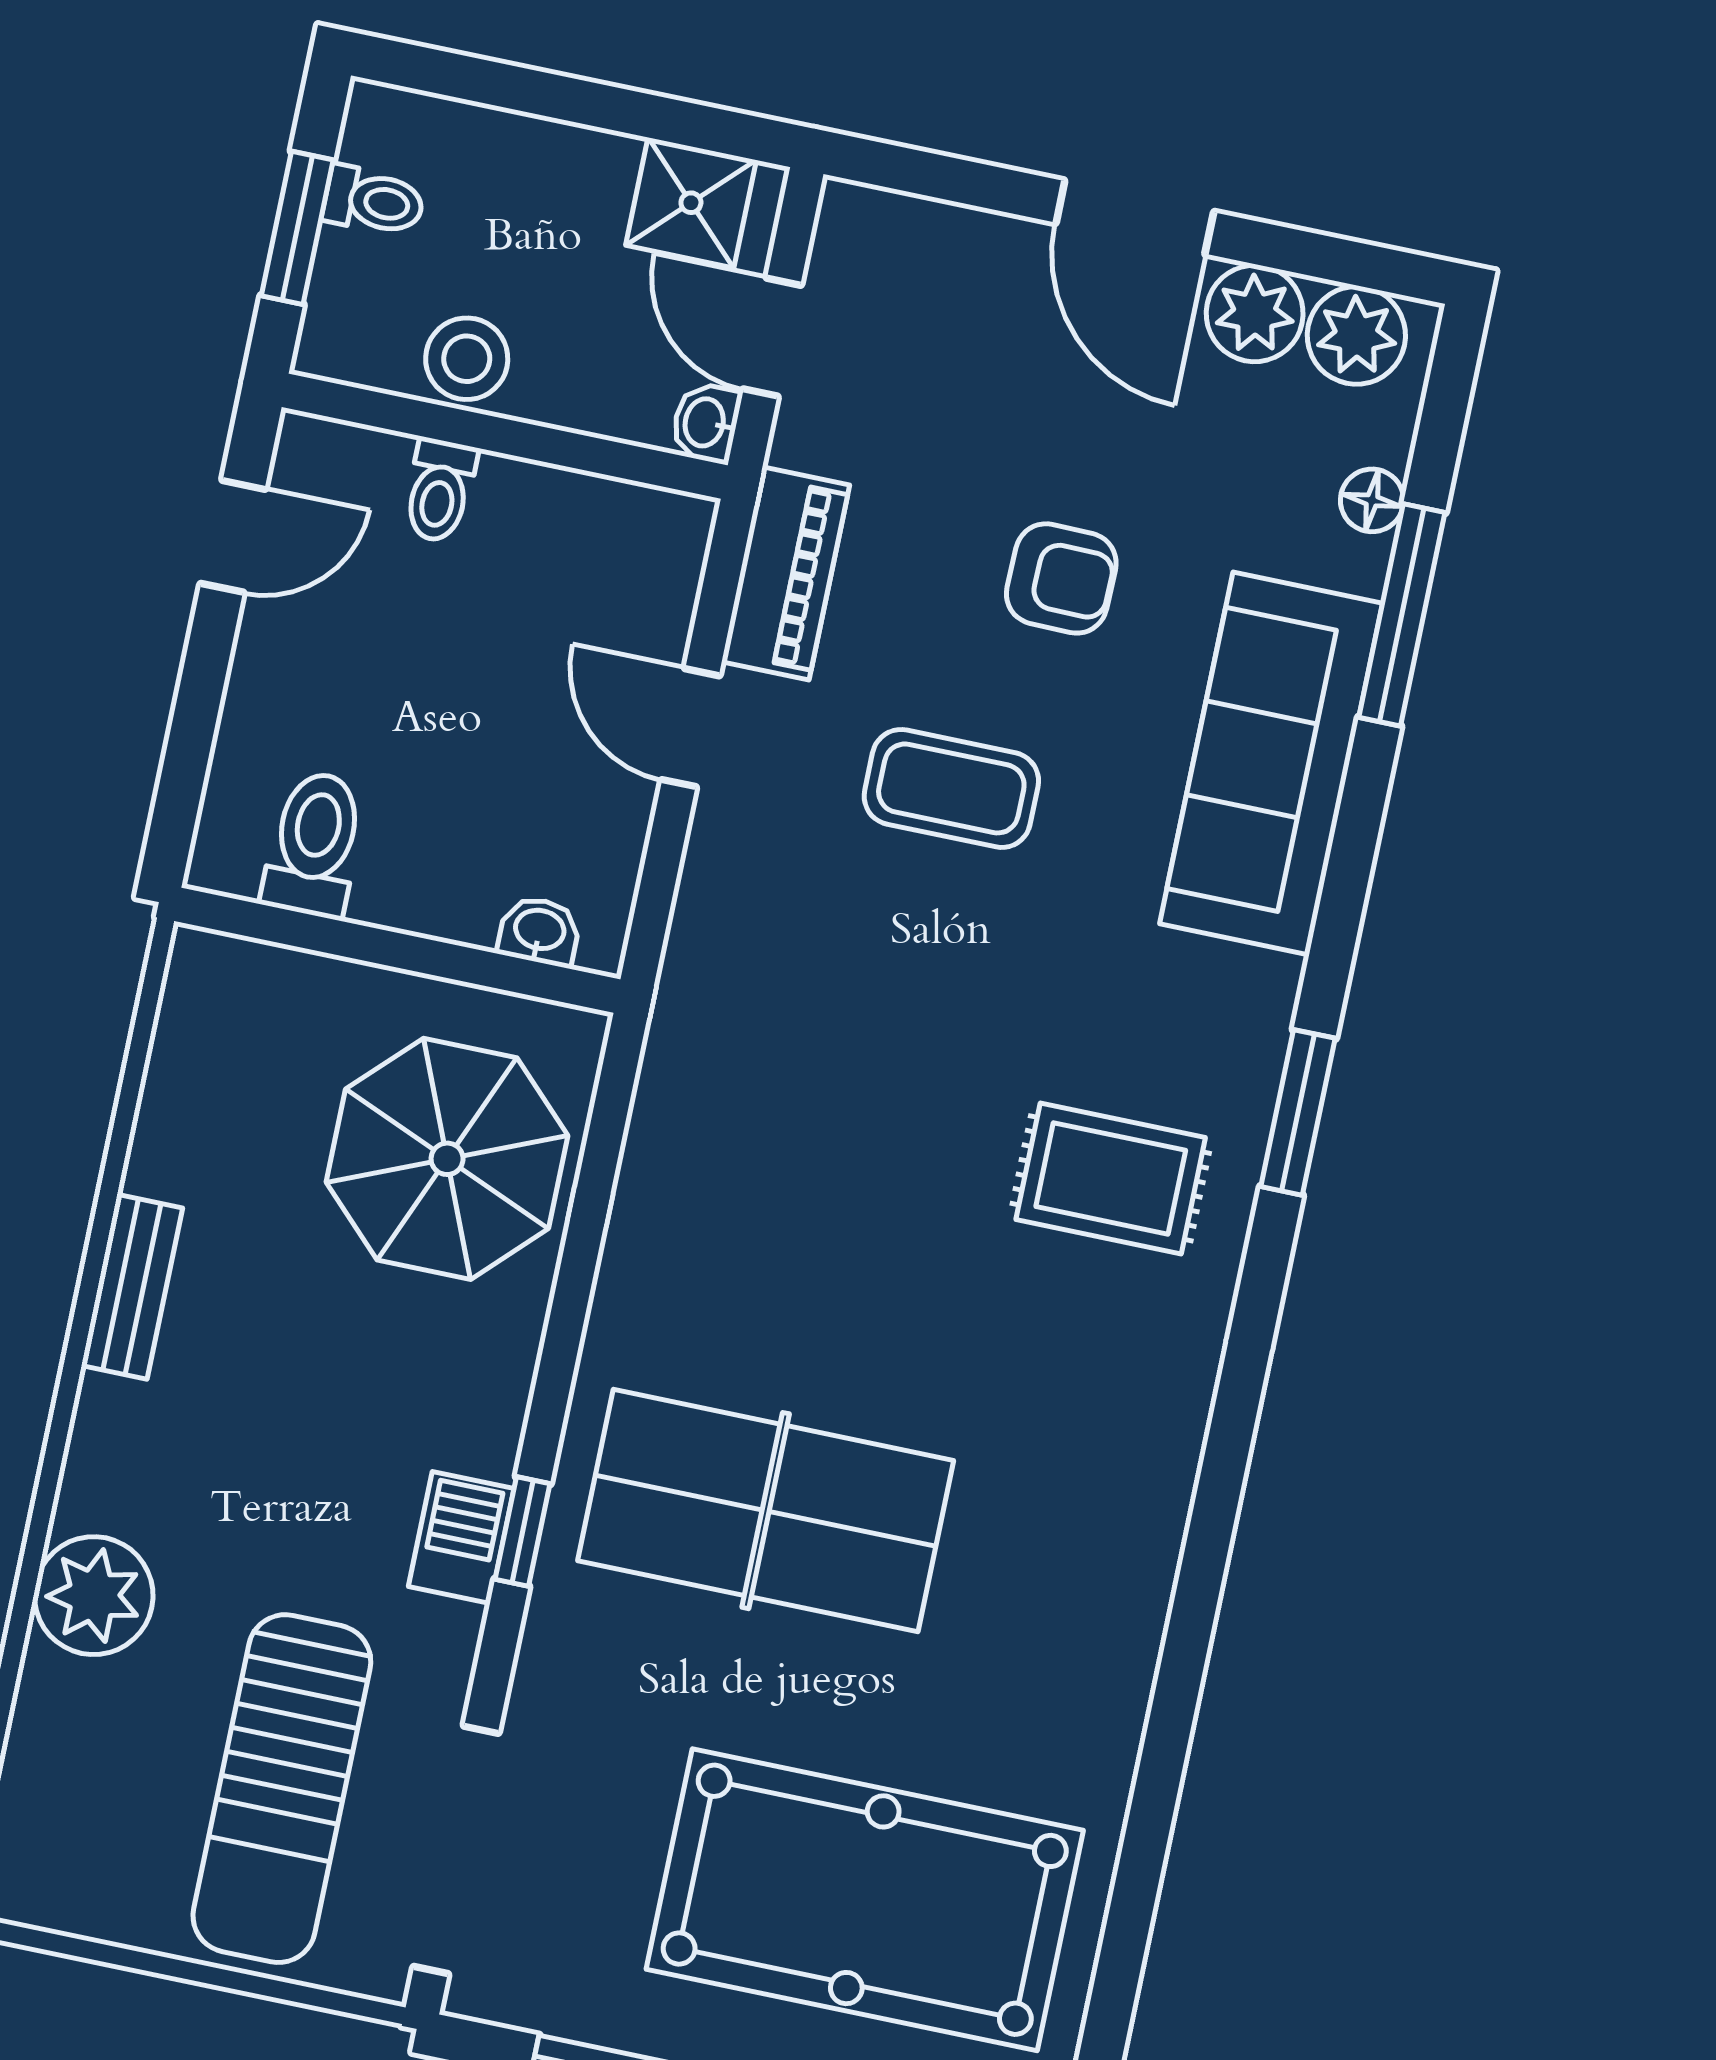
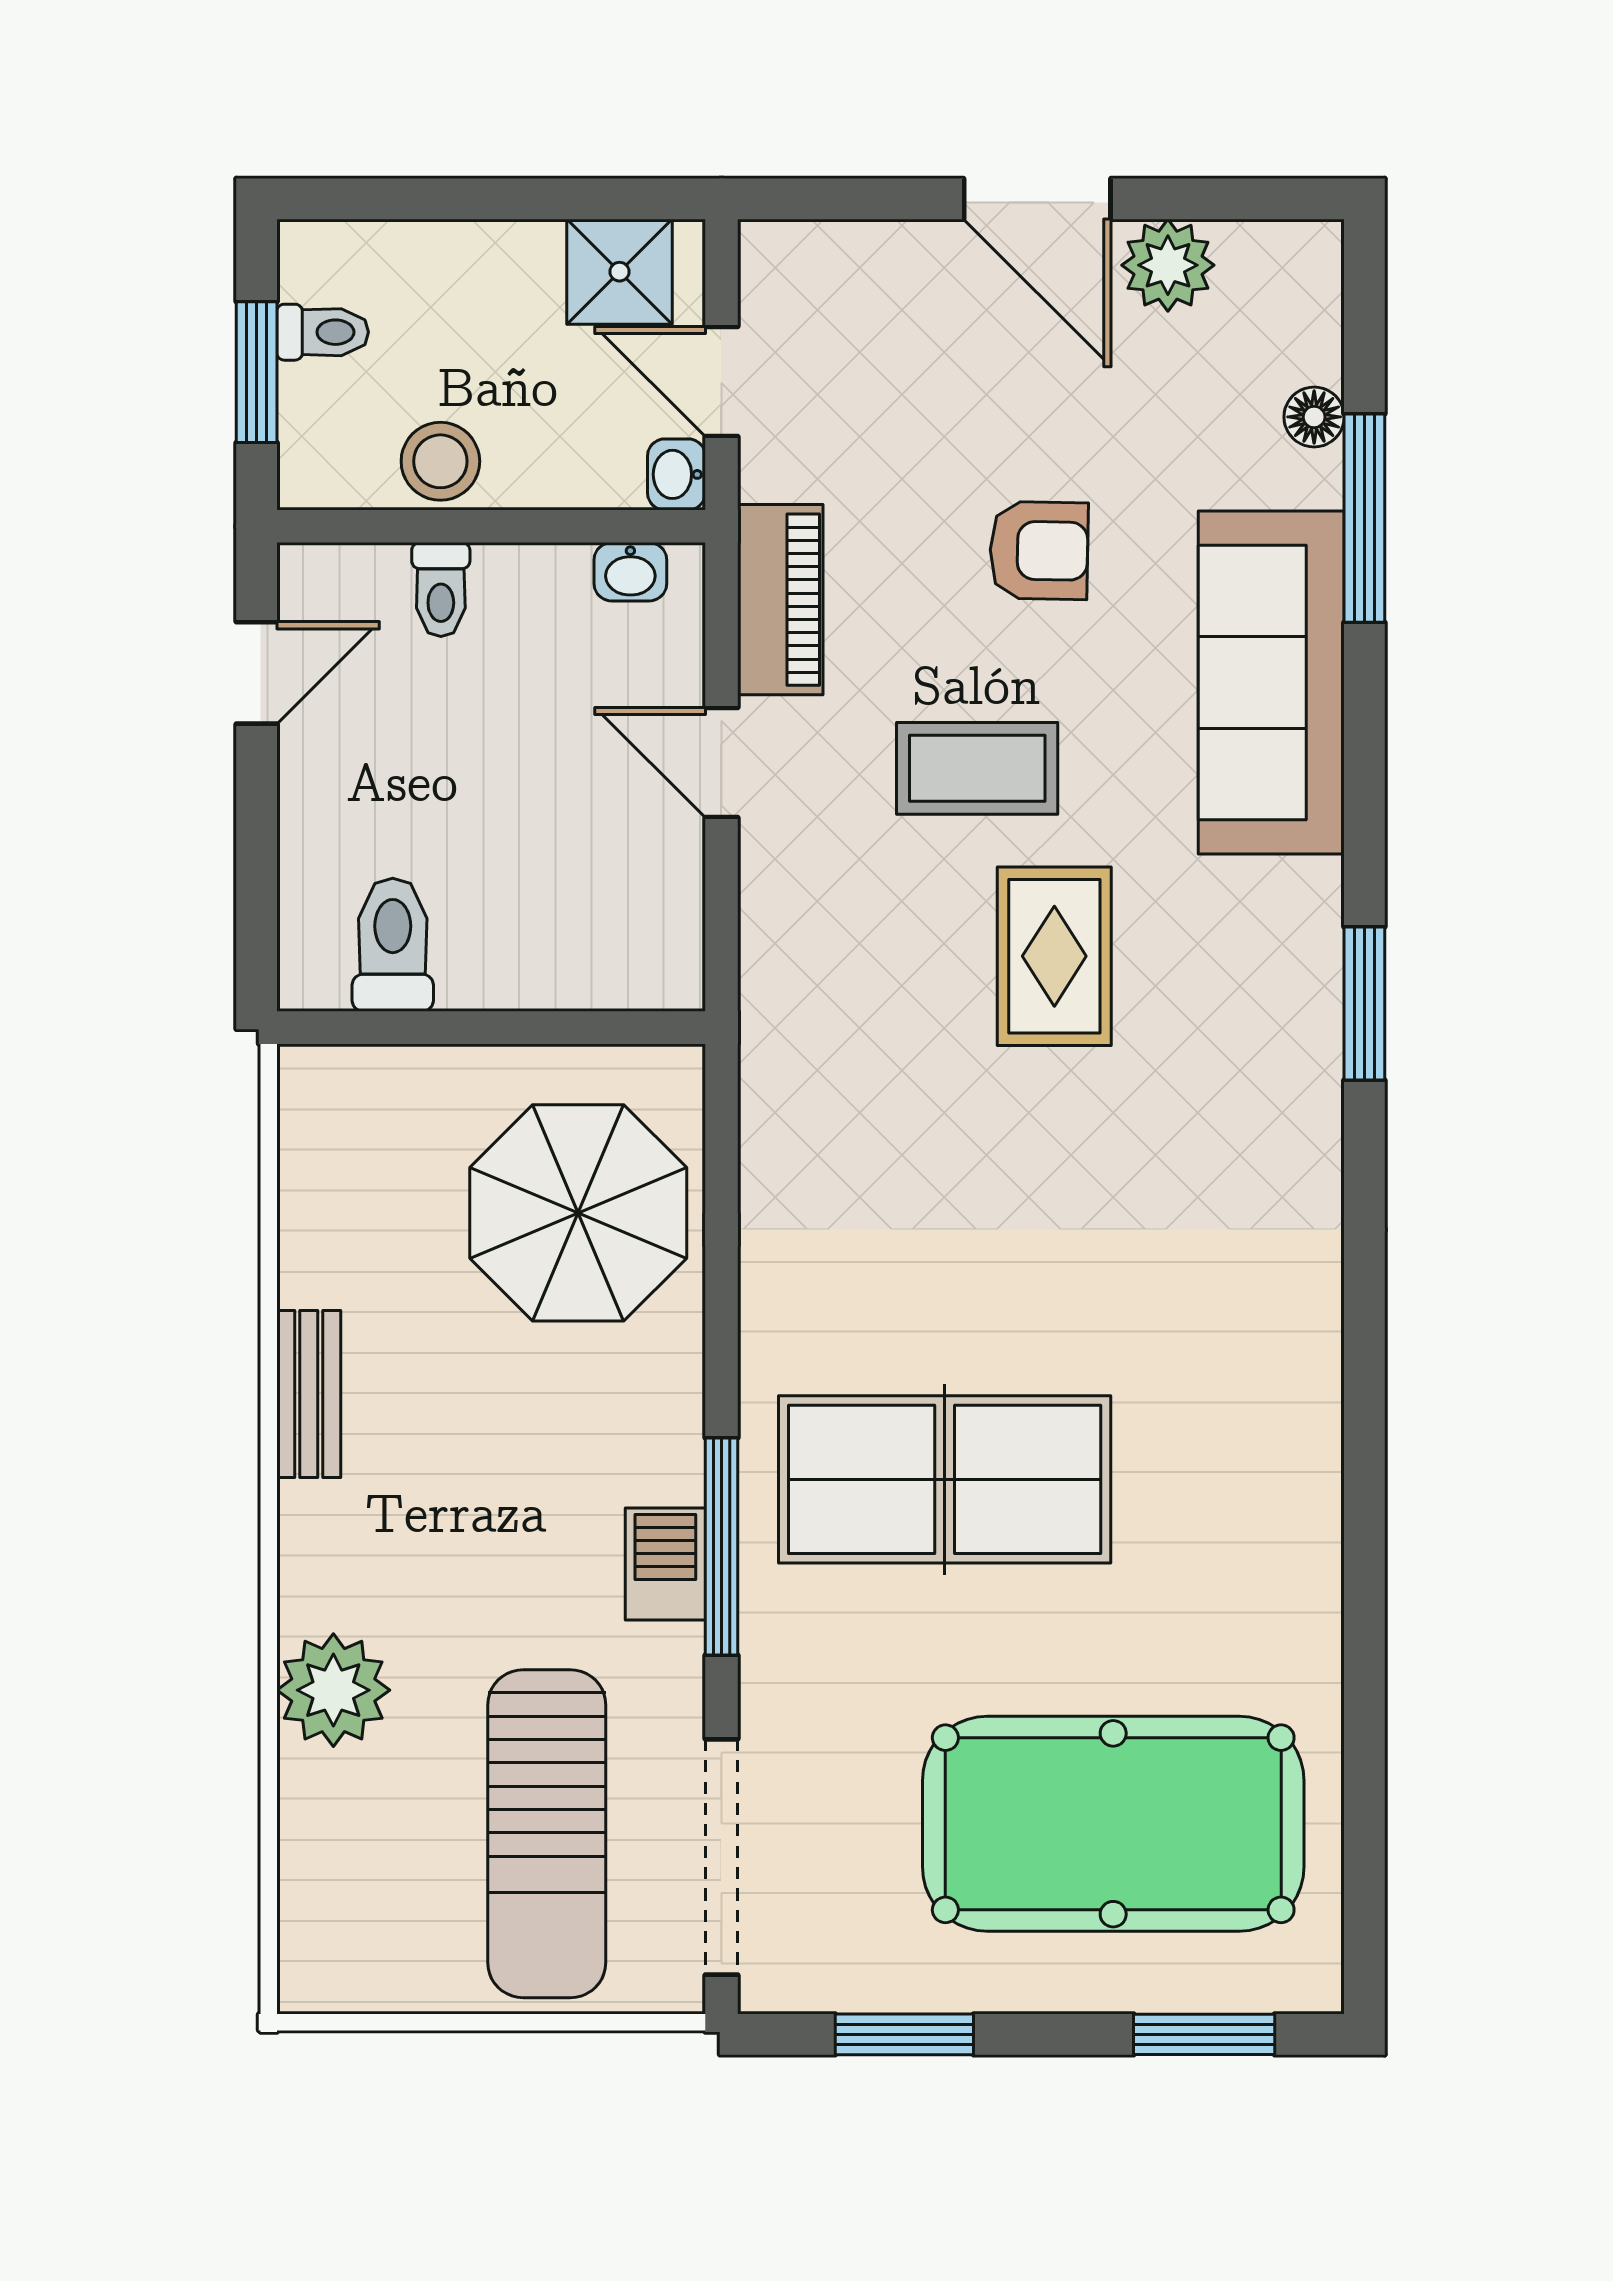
plant: (1356, 335) -> (1267, 266), removed
washbasin: (539, 931) -> (630, 572), moved, turned 180
rug: (1111, 1178) -> (1054, 956), moved, turned 90
window: (523, 1532) -> (721, 1546), width x2.17

